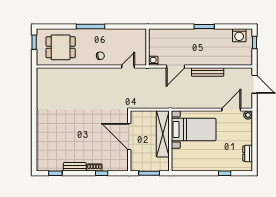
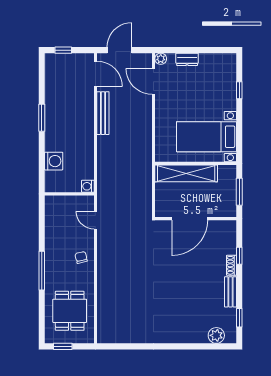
washing machine: (239, 35) -> (54, 161), moved
door: (176, 66) -> (95, 74), moved
bed with nightstands: (194, 129) -> (206, 137), moved, turned -90
dresser: (248, 153) -> (187, 59), moved
plant: (42, 156) -> (216, 335), added

